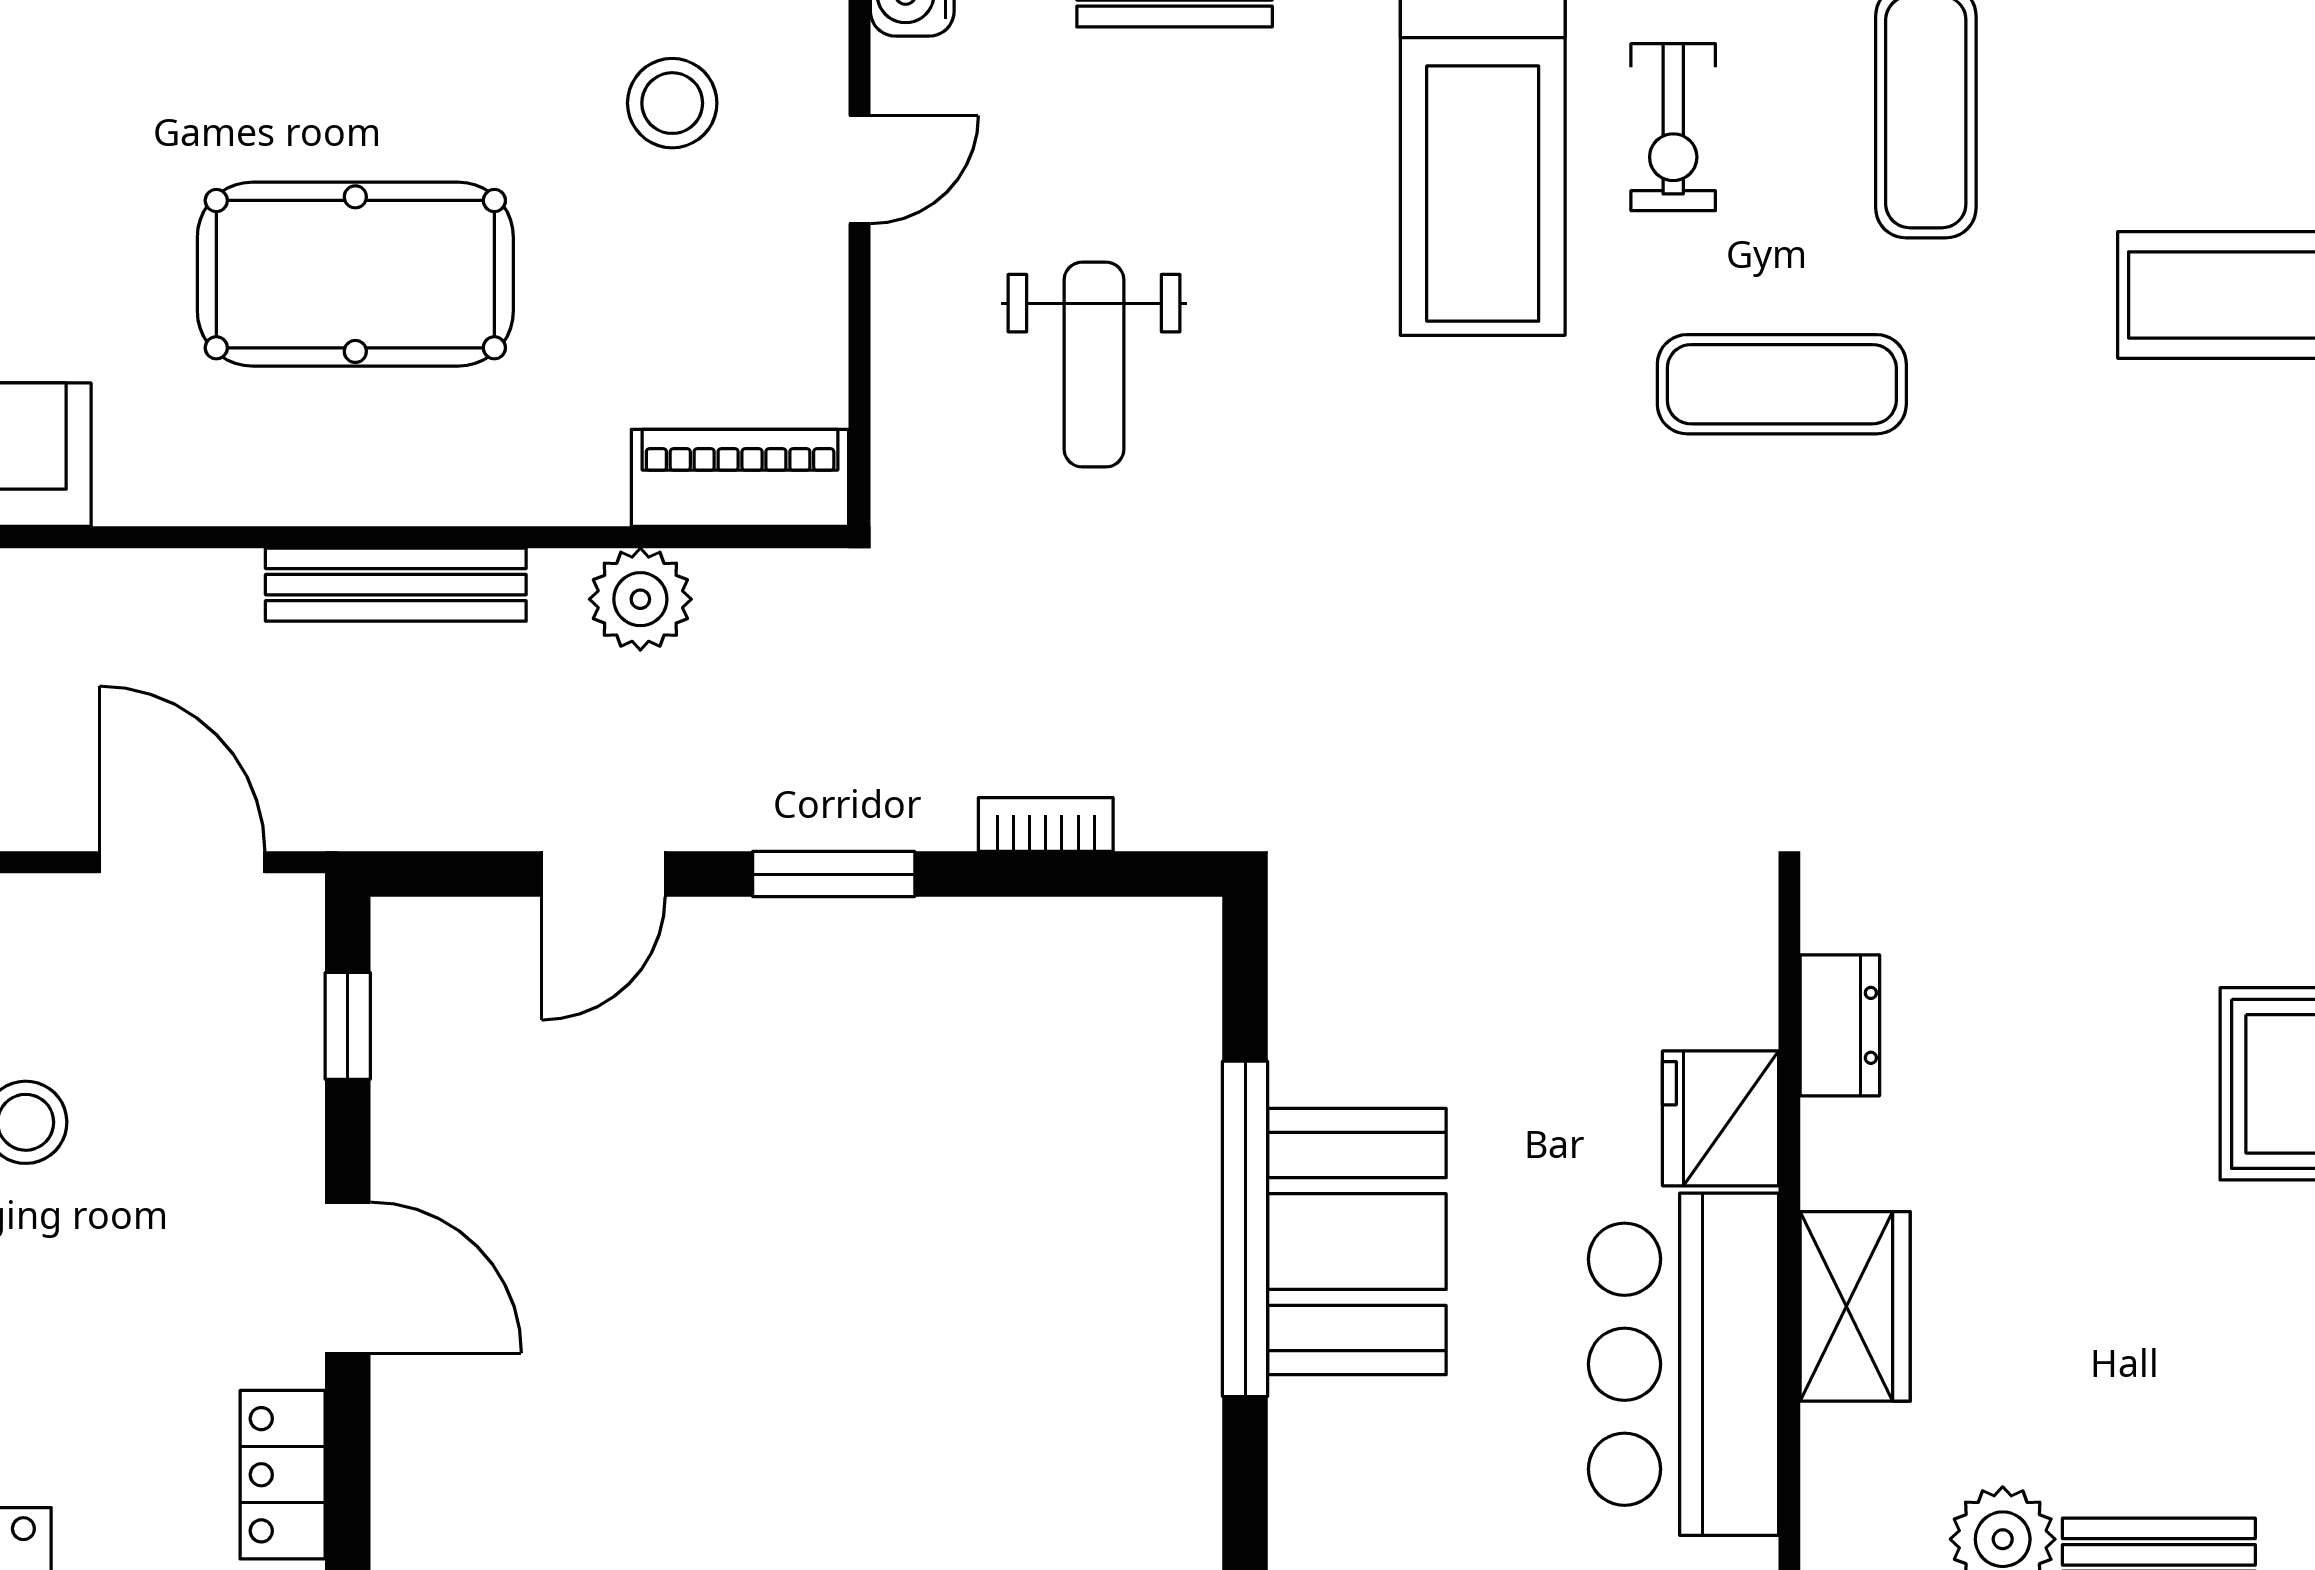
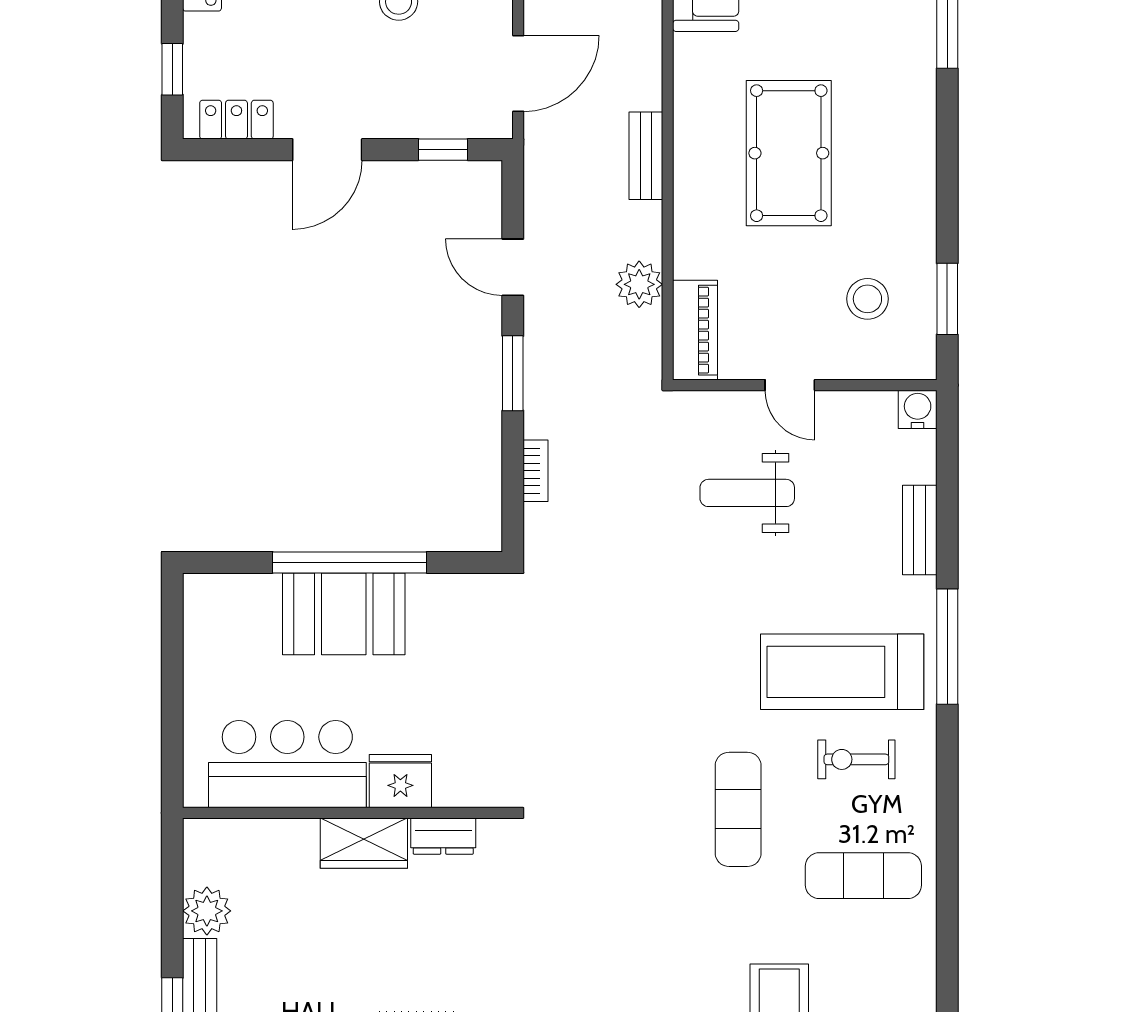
door: (860, 170) -> (790, 385), moved
bench: (396, 585) -> (646, 156), width x0.73
wardrobe: (1855, 1306) -> (364, 843), moved

